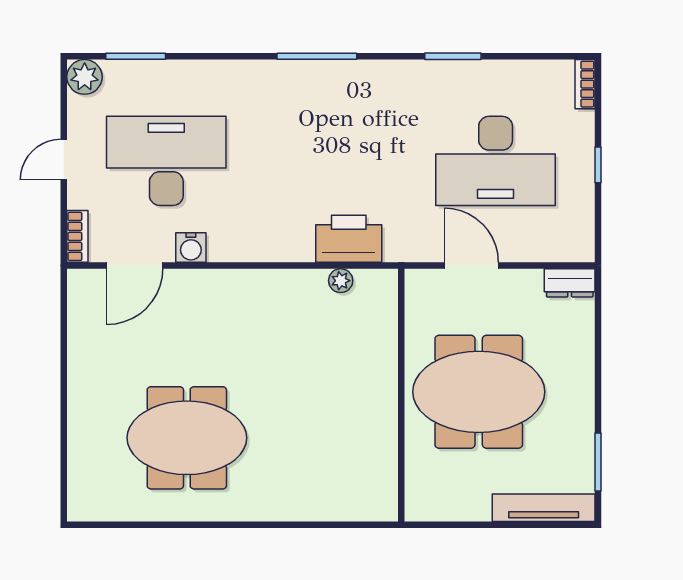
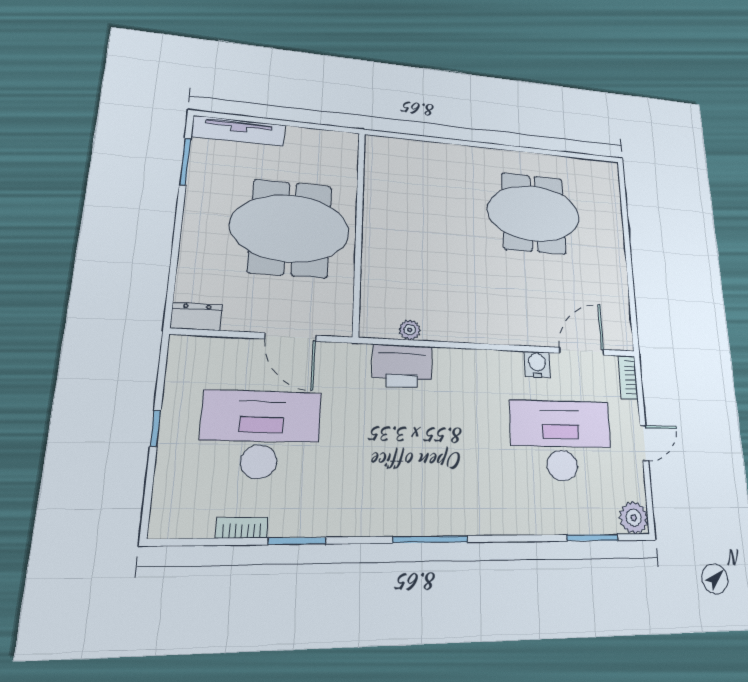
bookcase: (585, 84) -> (242, 528), moved, turned -90
desk: (166, 161) -> (561, 440), turned 180

